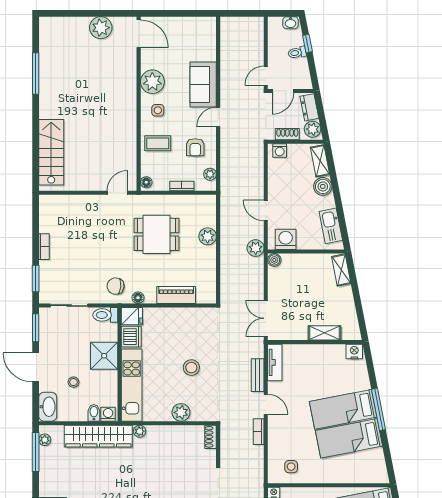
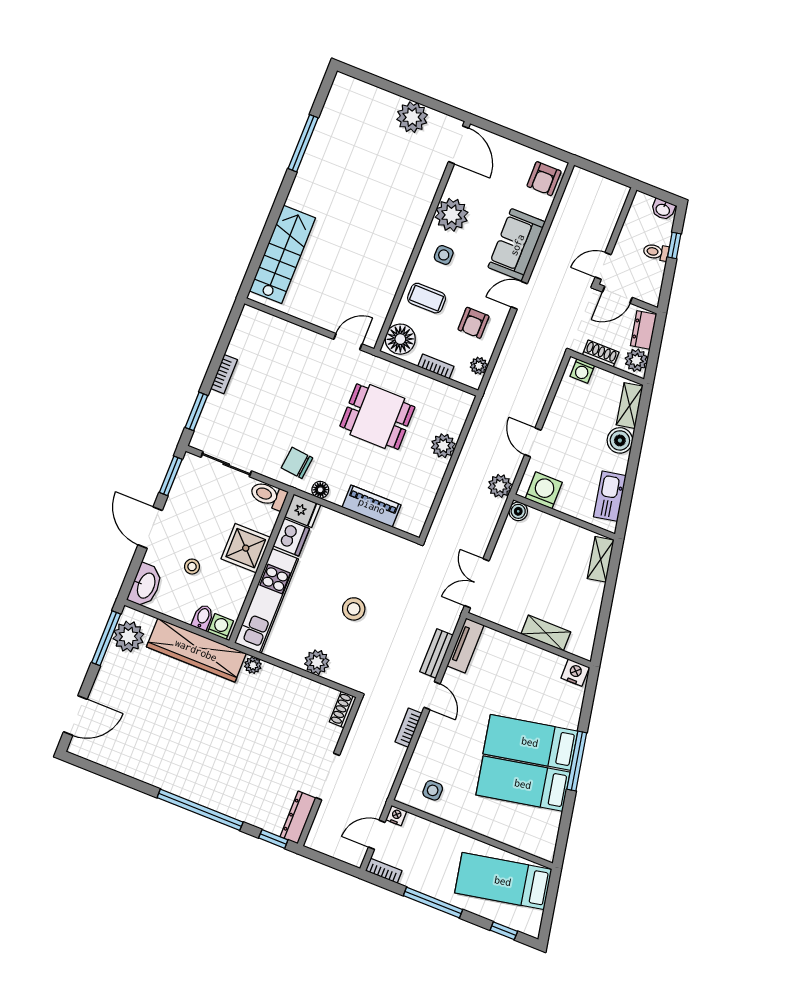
armchair: (204, 34) -> (544, 179), added
floor lamp: (146, 182) -> (400, 339), width x1.89, depth x1.89
plant: (45, 440) -> (128, 636), width x1.87, depth x1.87

